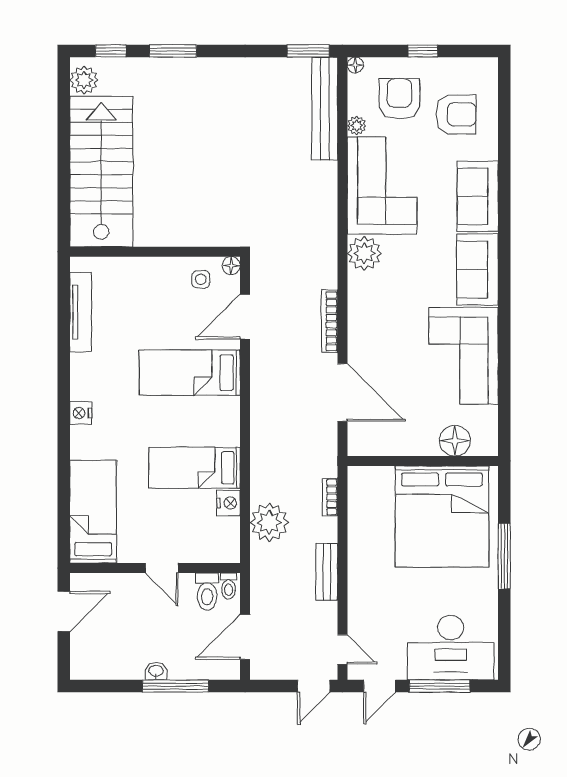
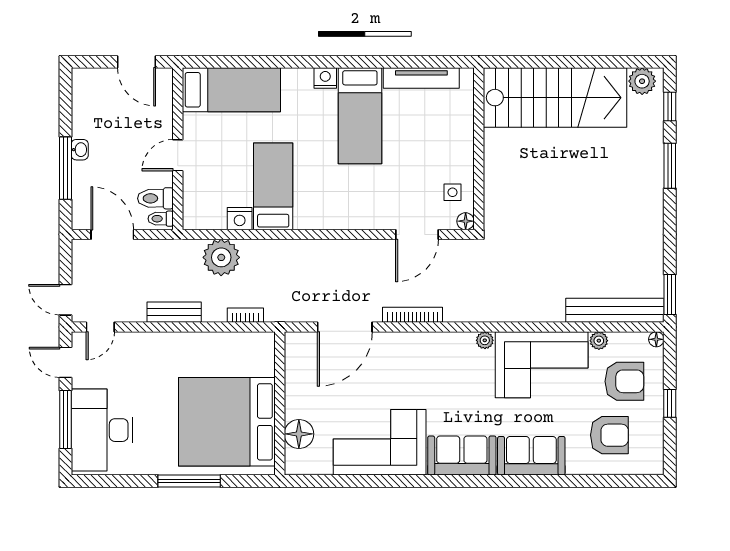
armchair: (456, 114) -> (609, 435), turned -90
plant: (364, 253) -> (485, 340), width x0.53, depth x0.53
door: (245, 317) -> (417, 234), swing flipped
bed: (190, 373) -> (360, 116), moved, turned 180

